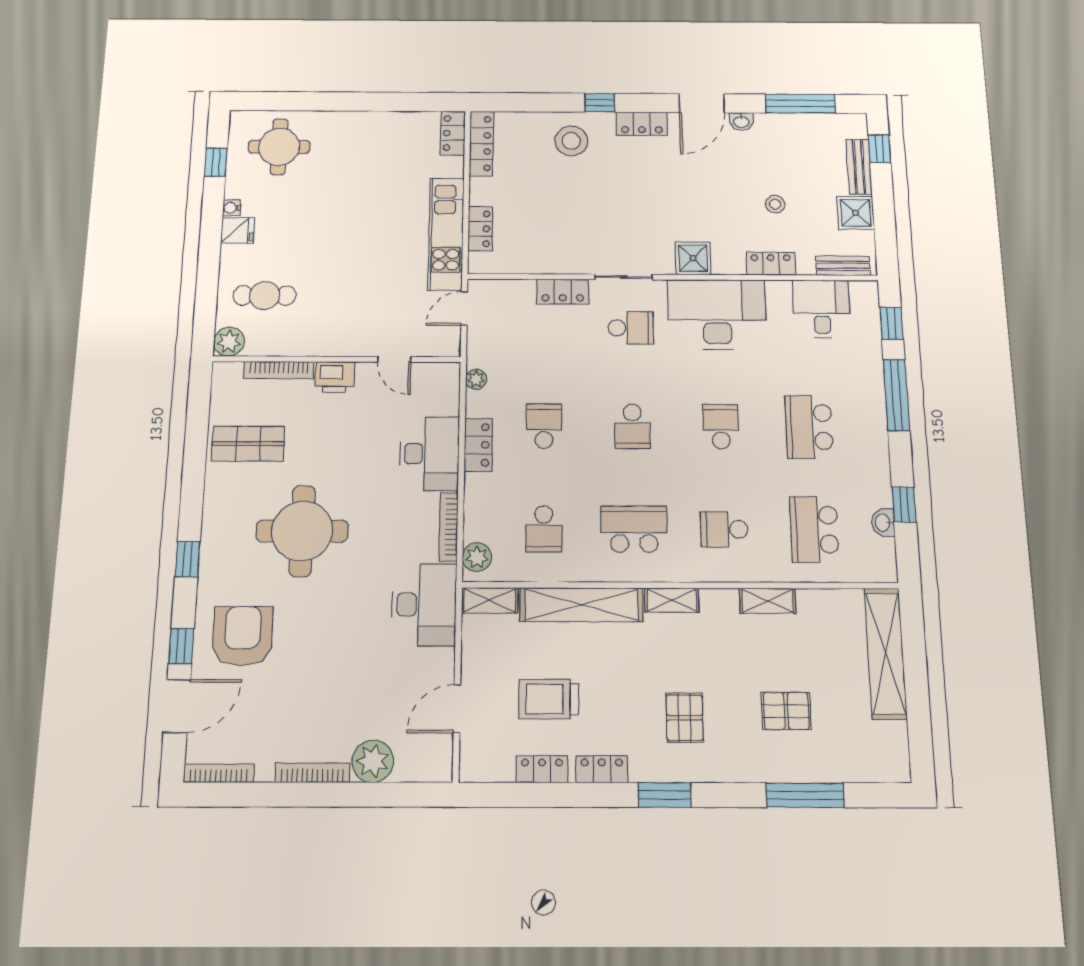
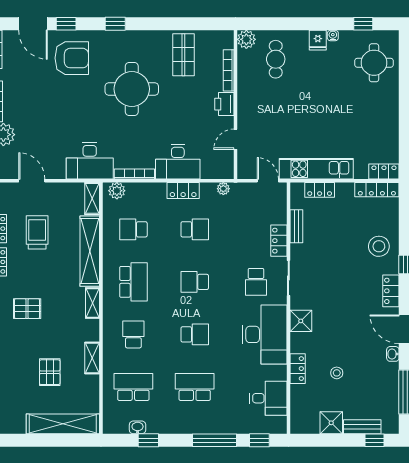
bench: (843, 266) -> (296, 226), moved
pallet: (786, 711) -> (50, 372), moved

